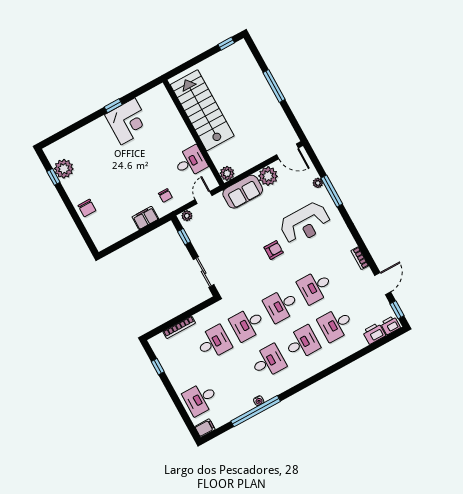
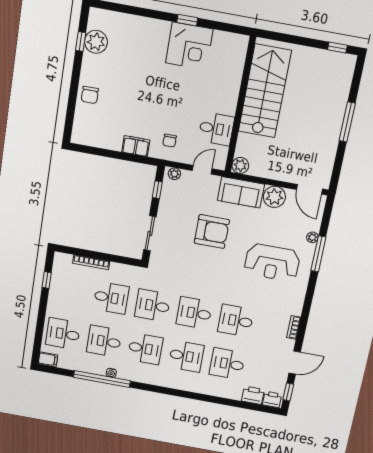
armchair: (274, 250) -> (212, 232), moved, width x1.88, depth x1.88
desk: (234, 380) -> (104, 341), added

